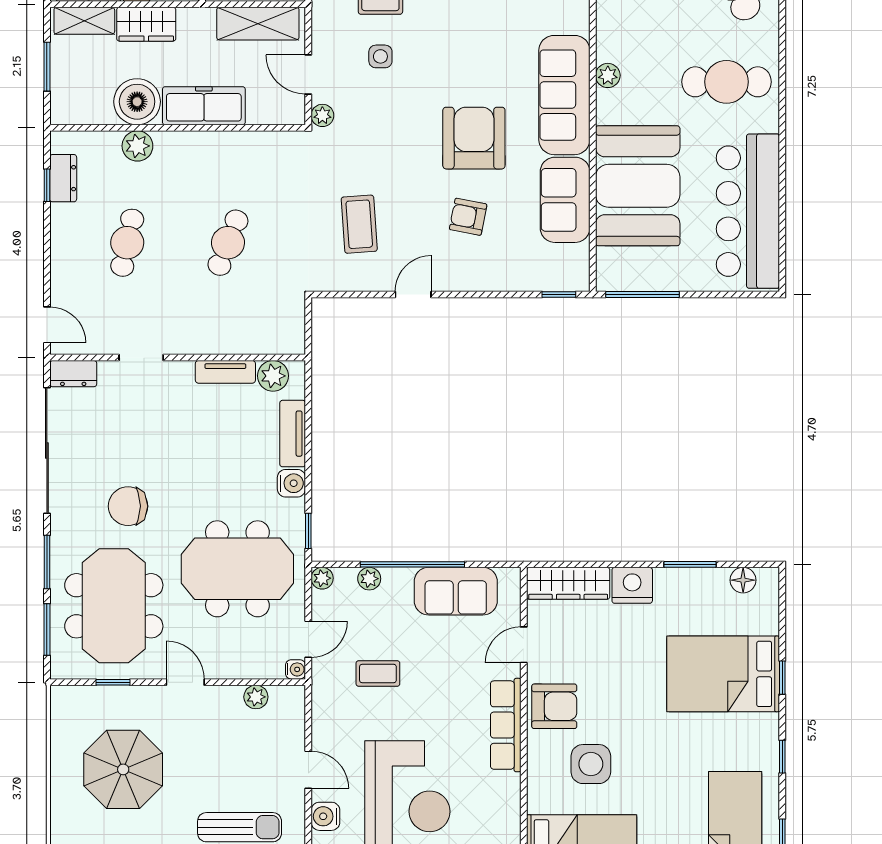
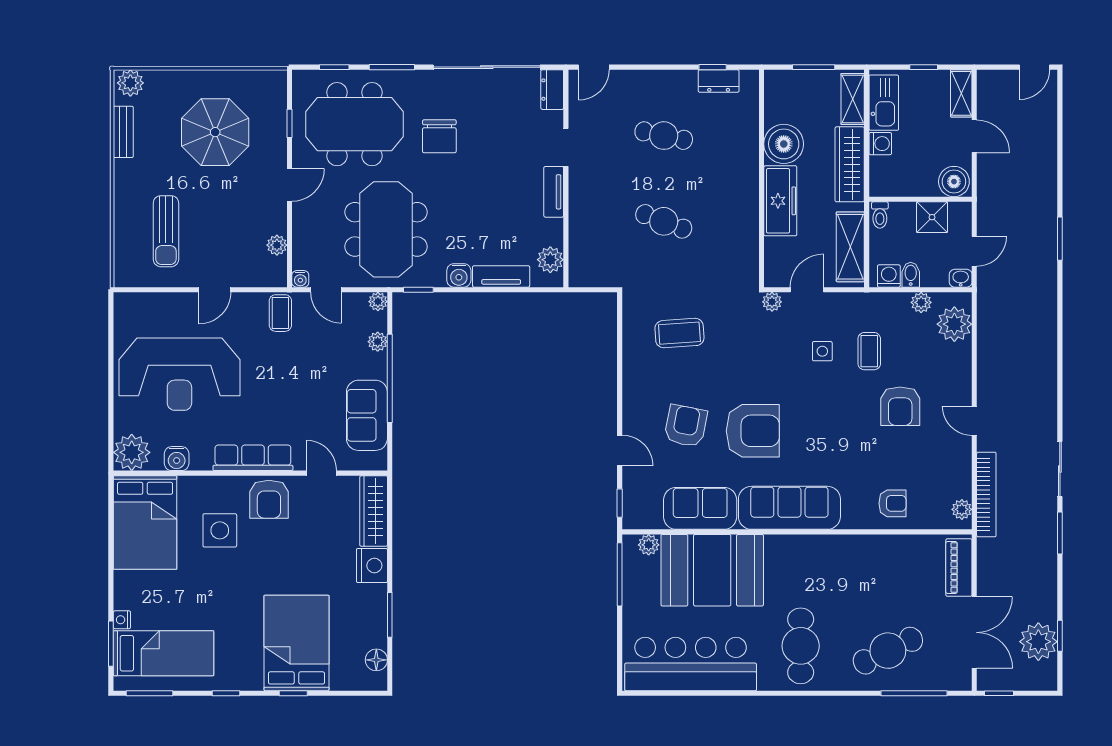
wardrobe: (146, 24) -> (850, 164), width x1.50
plant: (608, 75) -> (649, 545), moved
plant: (137, 146) -> (746, 144), removed
armchair: (468, 217) -> (686, 426), width x1.38, depth x1.38
door: (413, 294) -> (620, 450), moved
tv unit: (225, 372) -> (554, 192), moved
chair: (128, 506) -> (439, 136), turned 180
window: (47, 630) -> (334, 67), width x0.67
coffee table: (378, 674) -> (280, 313), moved
water cooler: (325, 816) -> (177, 459), moved, turned 180

